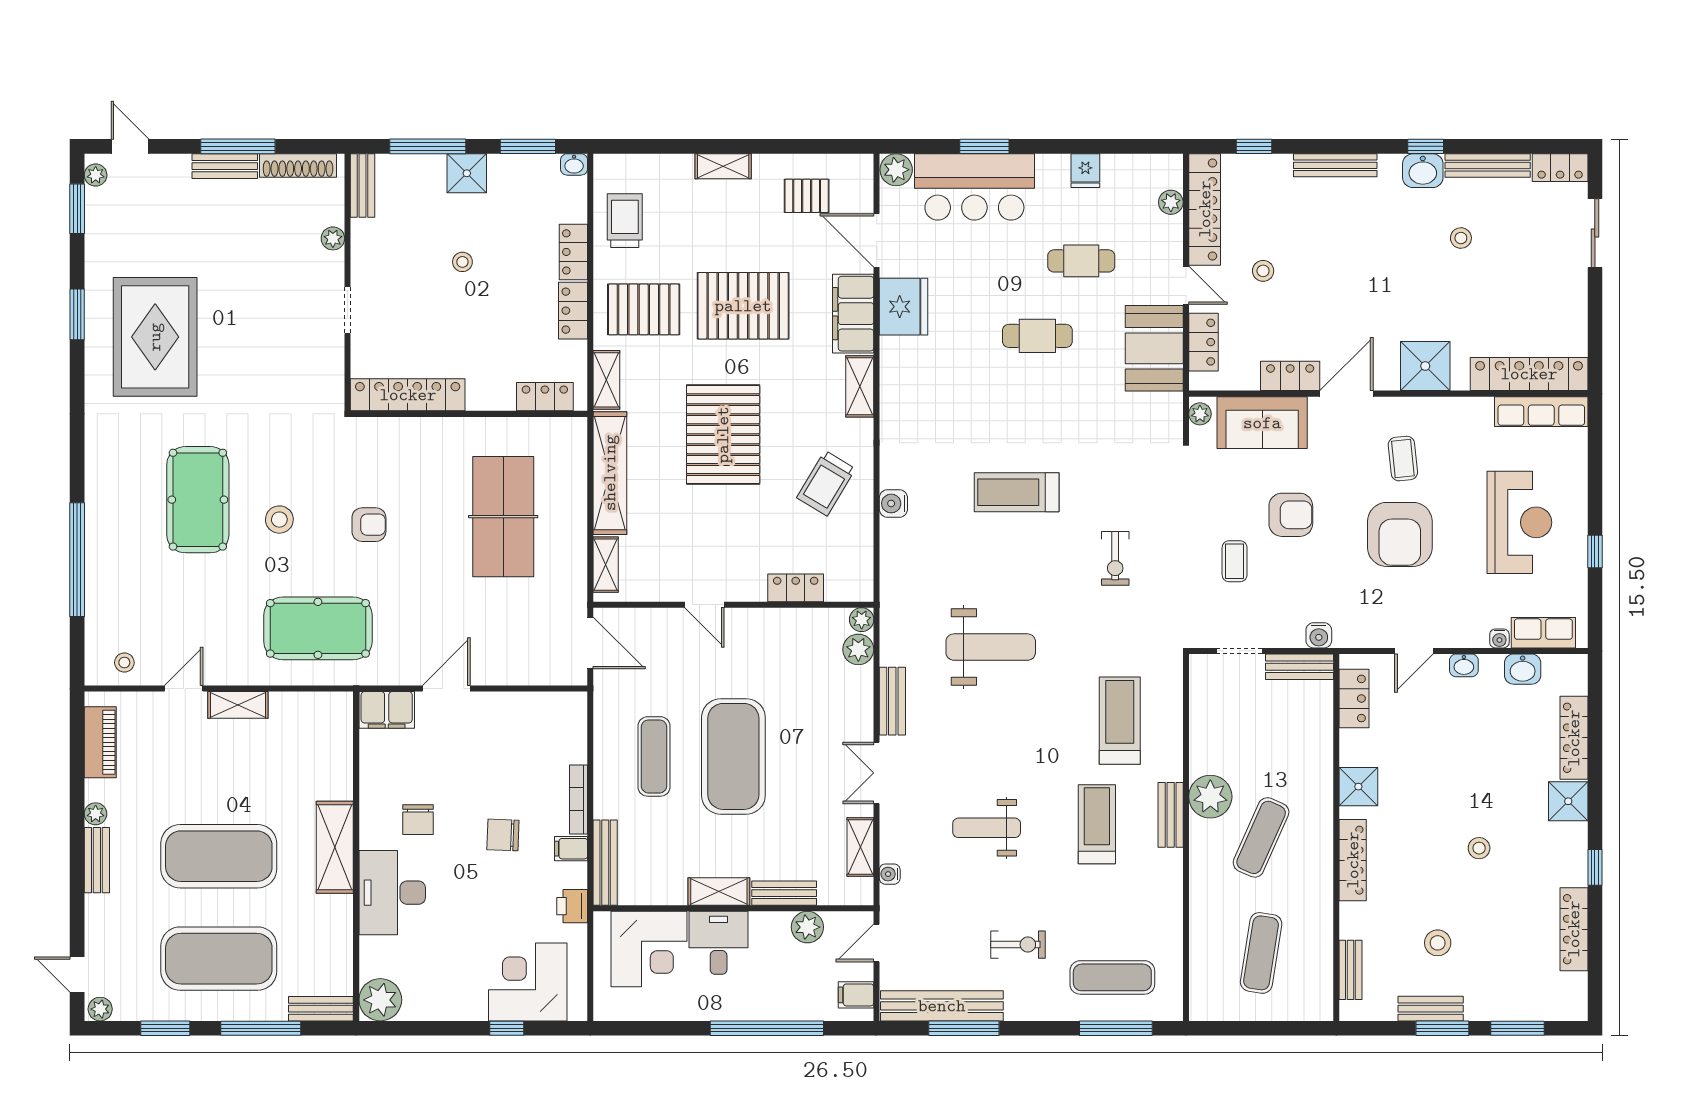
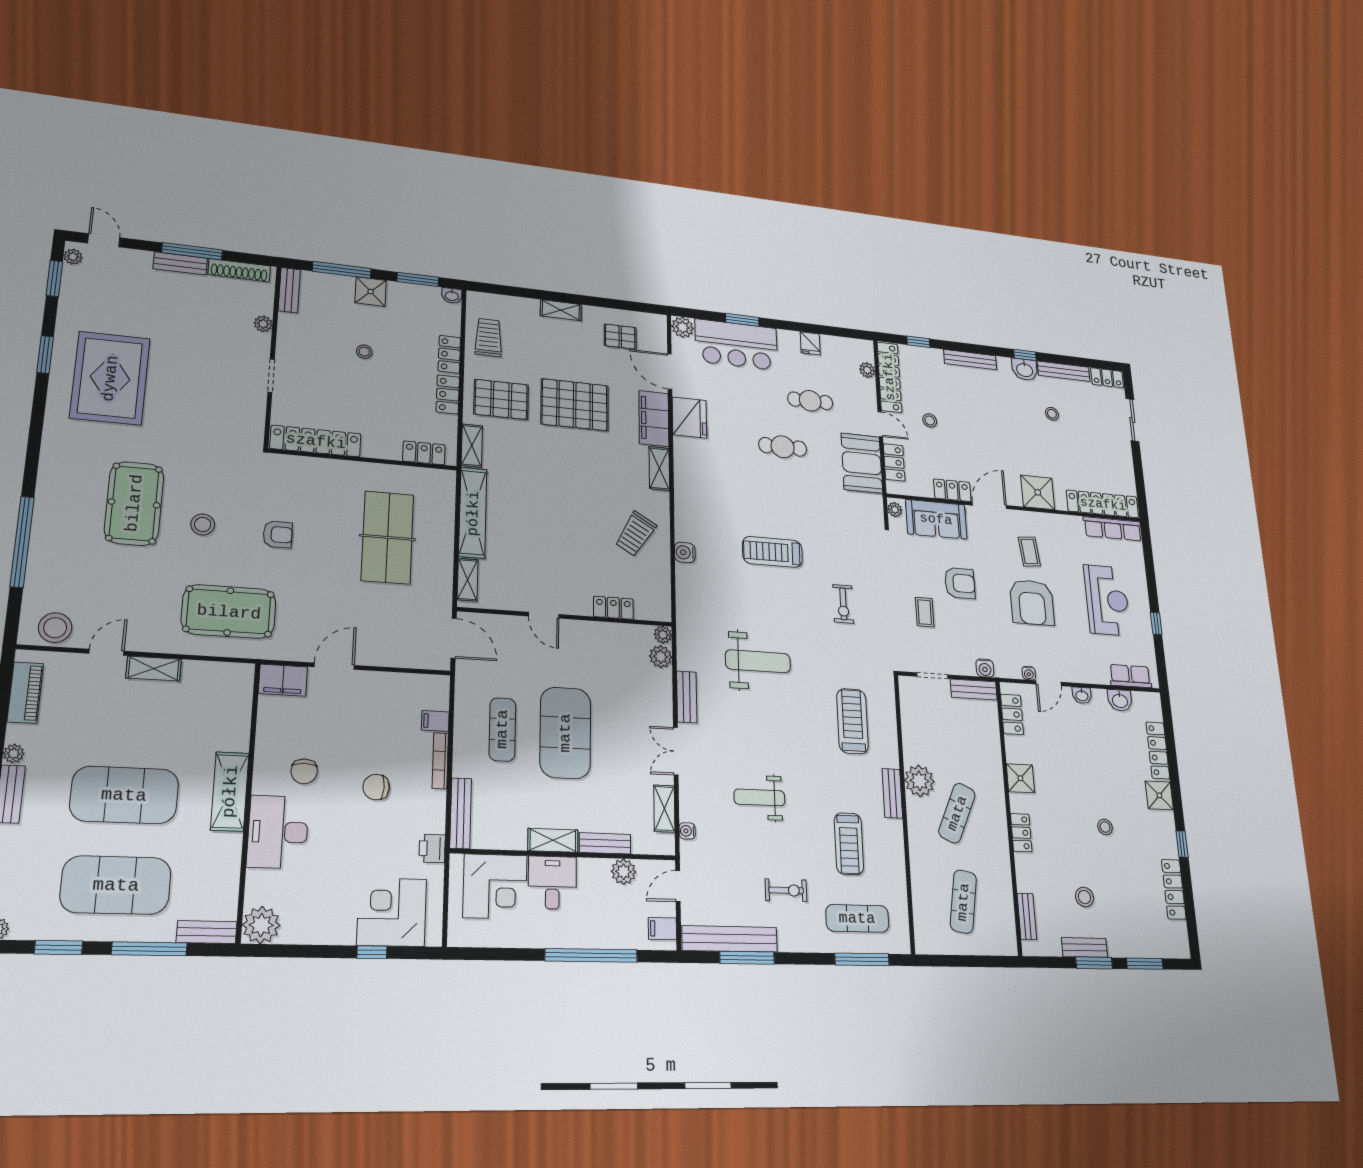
pallet: (723, 435) -> (559, 493), removed
water cooler: (1499, 638) -> (1029, 673), moved
stool: (124, 663) -> (55, 628), width x1.89, depth x1.89
treadmill: (1097, 824) -> (849, 844), moved, turned 180
filing cabinet: (571, 849) -> (435, 721), moved
locker: (1353, 860) -> (1021, 833), width x0.66

